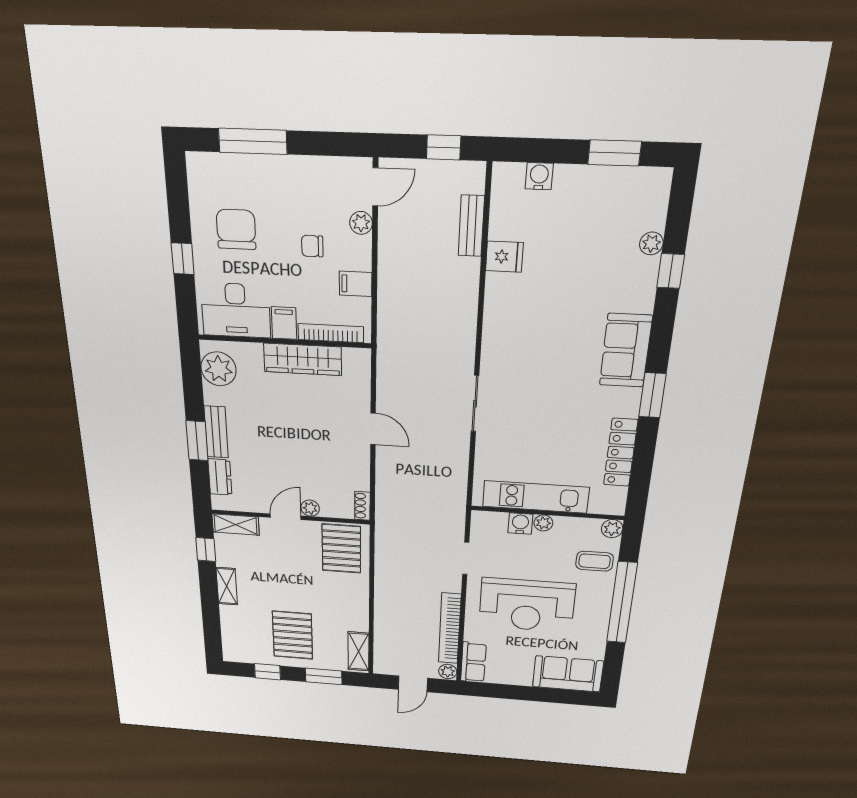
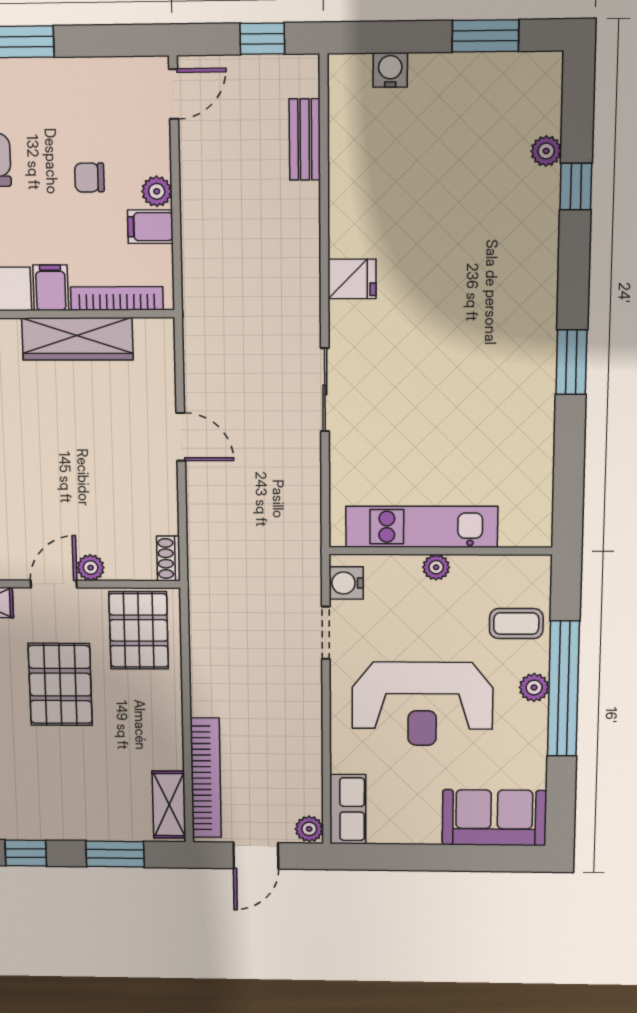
plant: (361, 223) -> (157, 191), moved
fridge: (504, 257) -> (352, 279), moved
sofa: (626, 350) -> (528, 300), removed
locker: (621, 453) -> (537, 450), removed
water cooler: (520, 524) -> (346, 583), moved, turned -90
plant: (612, 529) -> (534, 687), moved
bookcase: (450, 629) -> (206, 778), moved, turned 180
pallet: (293, 635) -> (60, 685), moved

